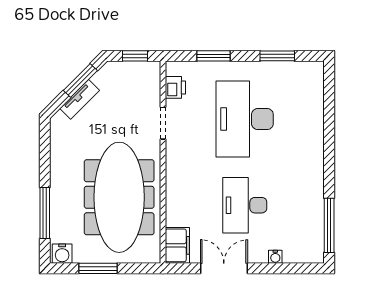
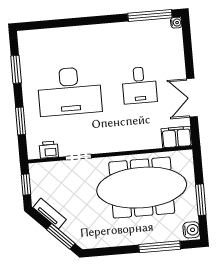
window: (80, 80) -> (61, 236), moved
tv unit: (80, 99) -> (50, 213), moved
desk: (245, 205) -> (139, 85), width x0.73
water cooler: (275, 257) -> (176, 23), moved

